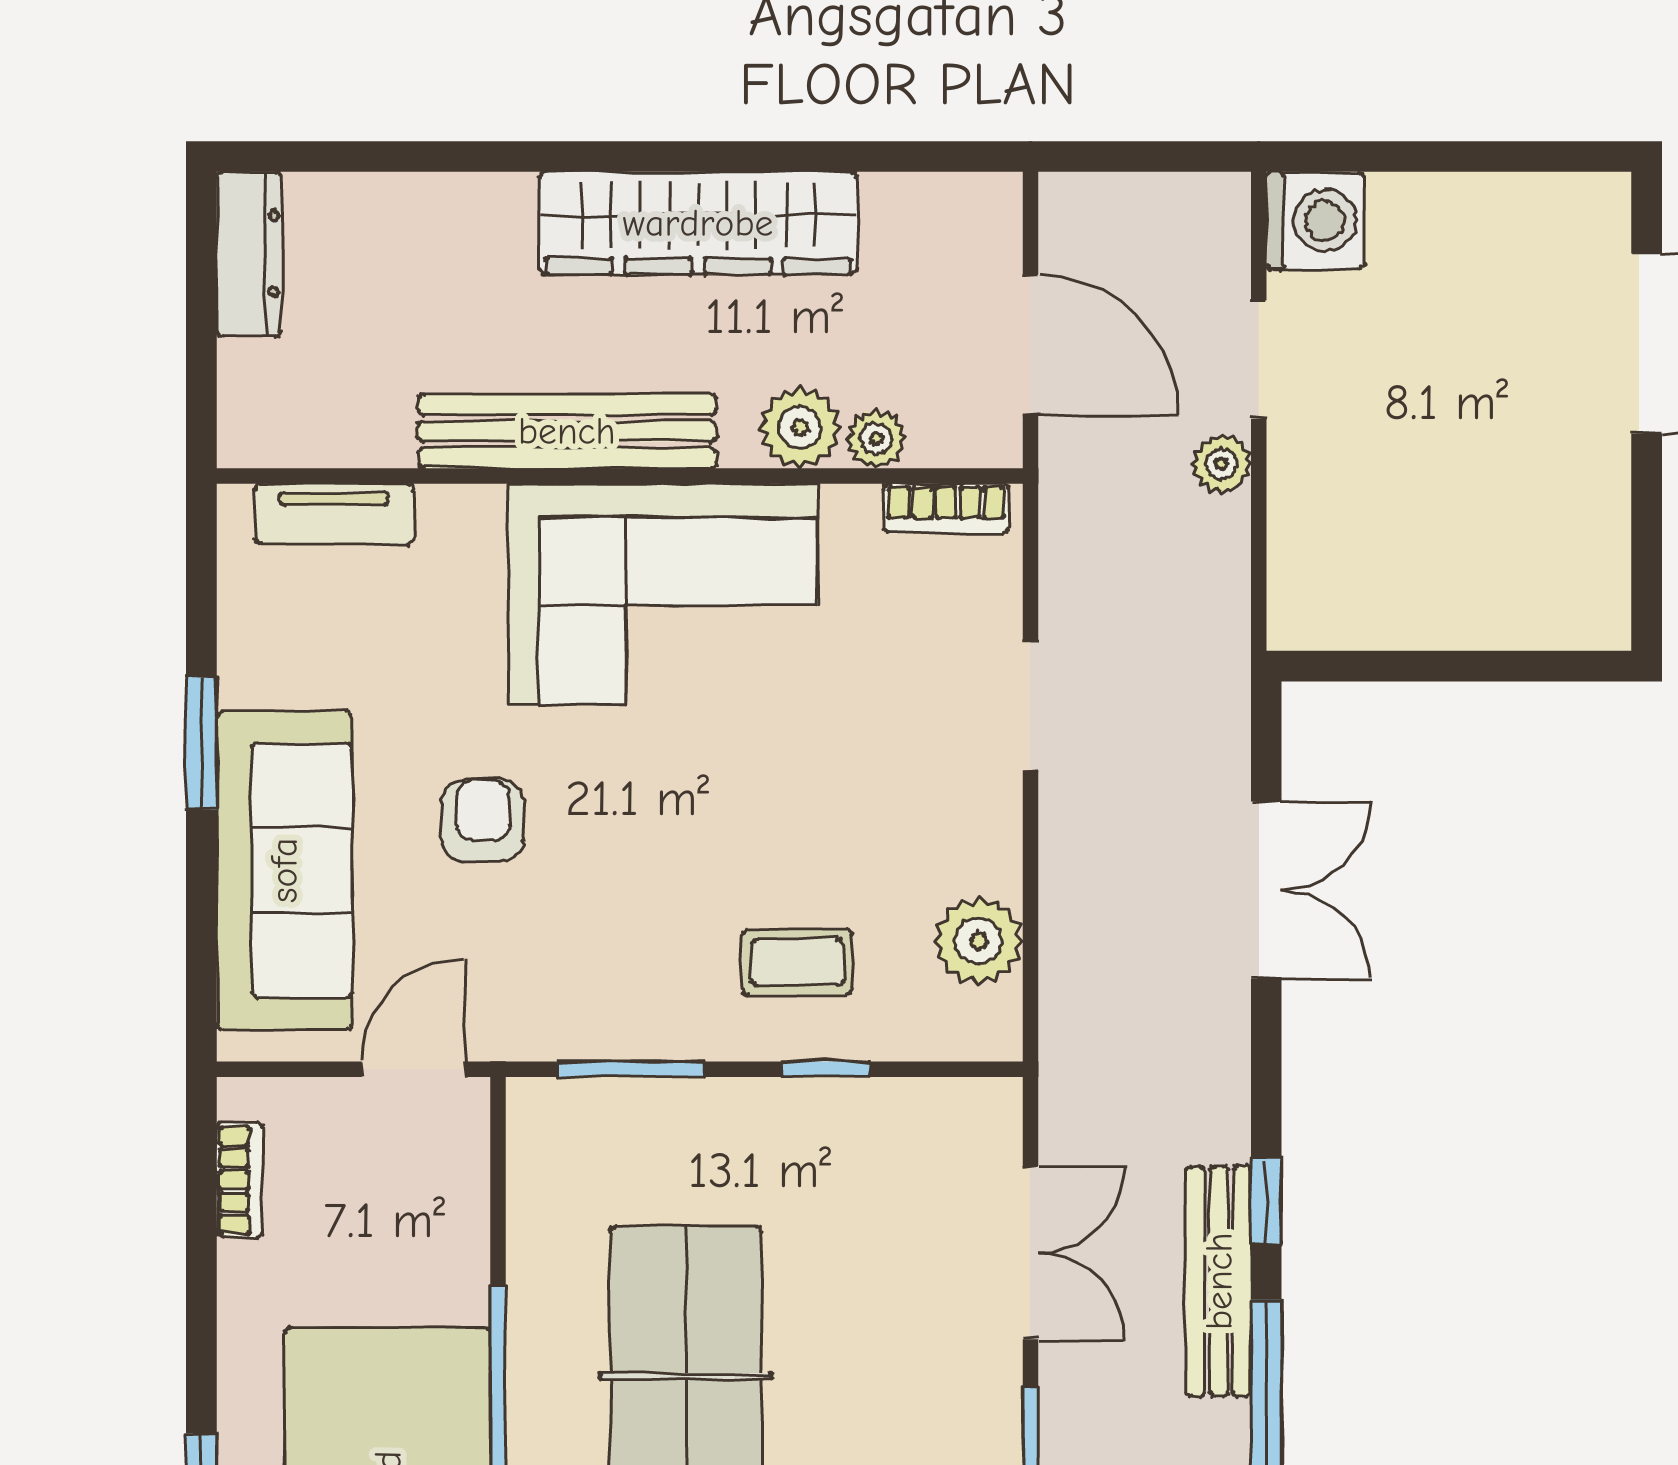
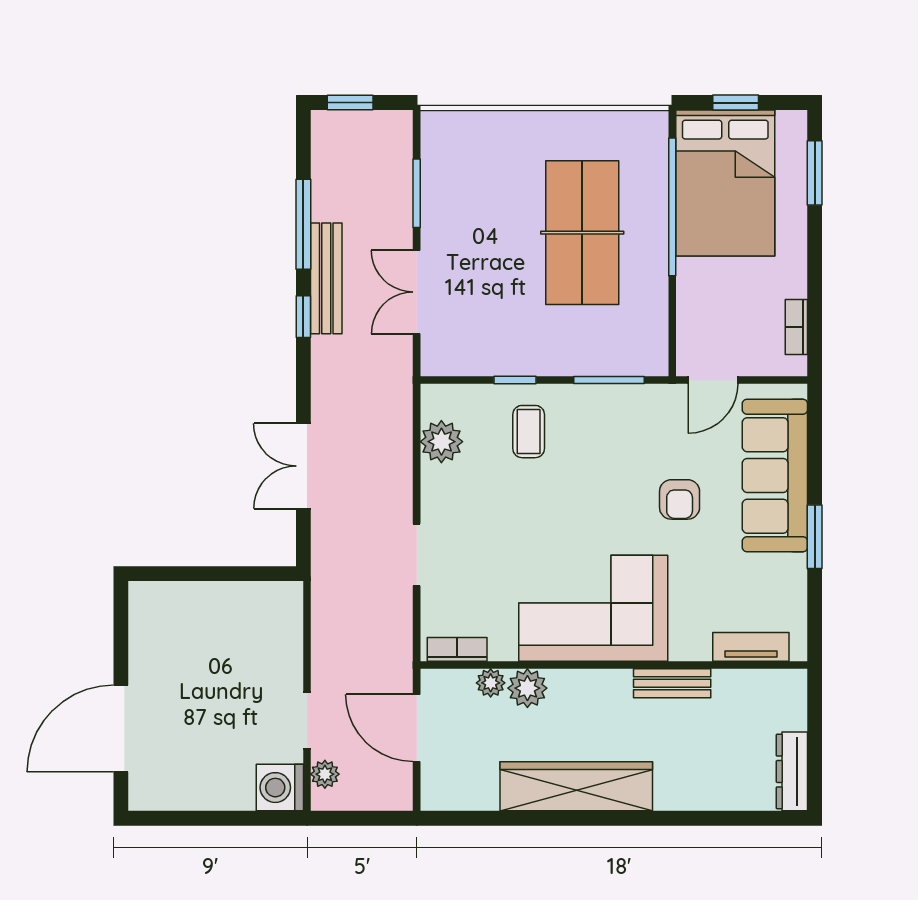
bench: (567, 431) -> (672, 683), width x0.54, depth x0.82
plant: (1222, 464) -> (325, 774), moved
coffee table: (797, 962) -> (529, 432), turned 90

